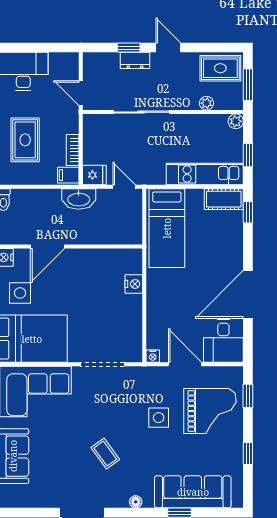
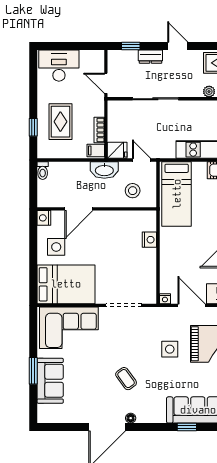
window: (129, 48) -> (131, 46), moved
stool: (113, 224) -> (133, 191), added
floor lamp: (136, 502) -> (131, 418), moved

